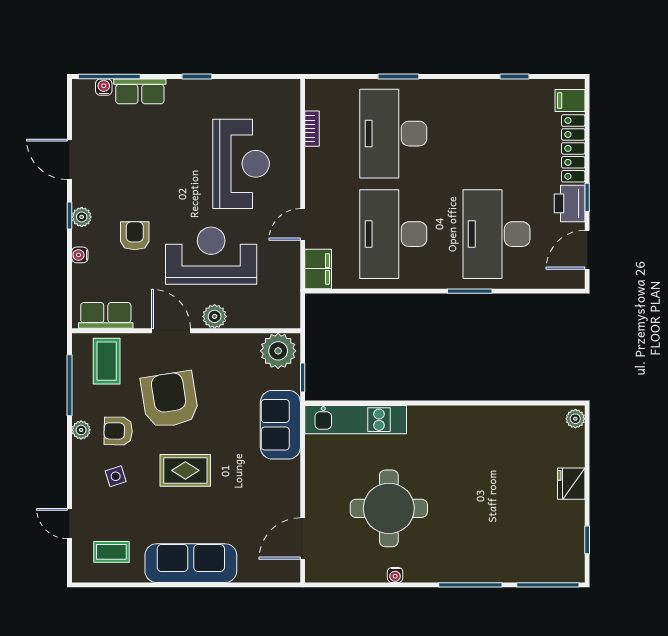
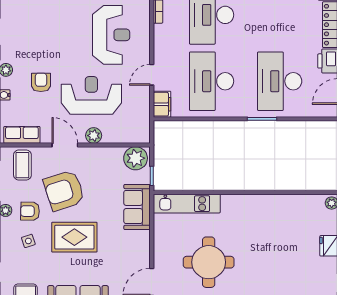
armchair: (170, 400) -> (64, 190), turned -99
rug: (185, 470) -> (74, 237), width x1.36, depth x1.43

